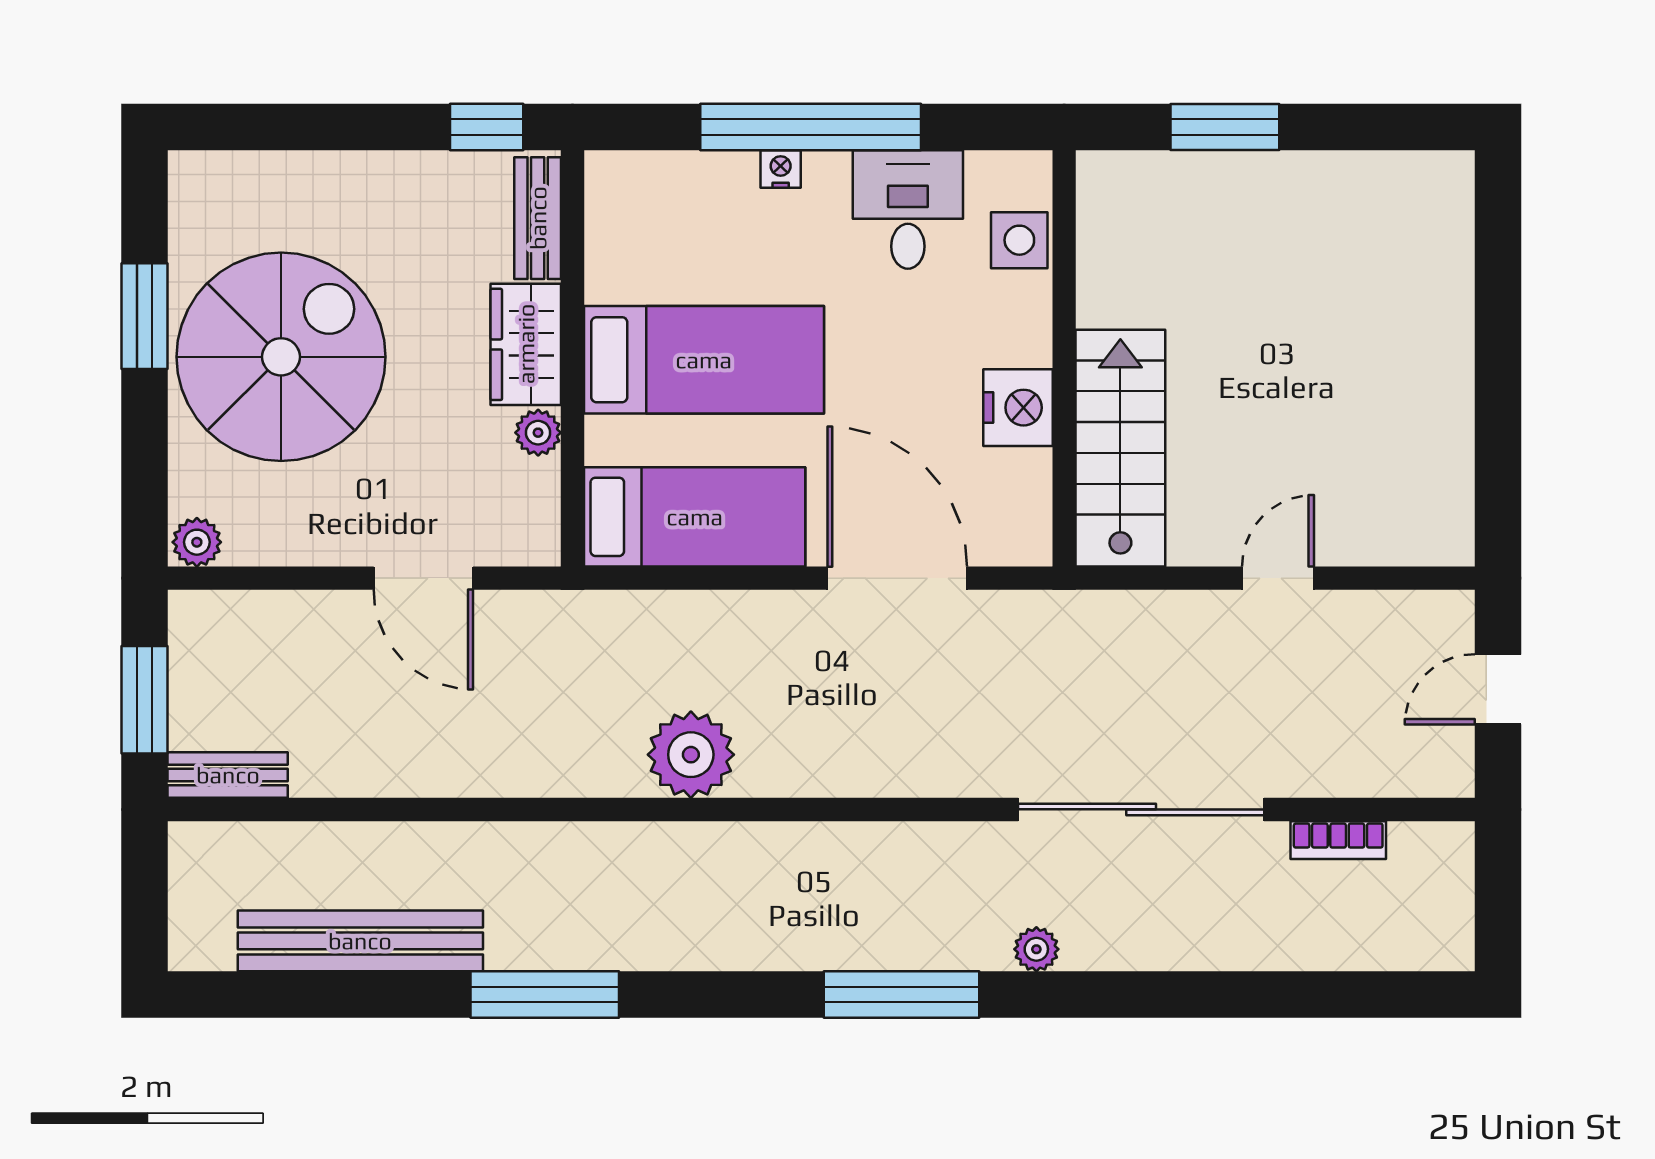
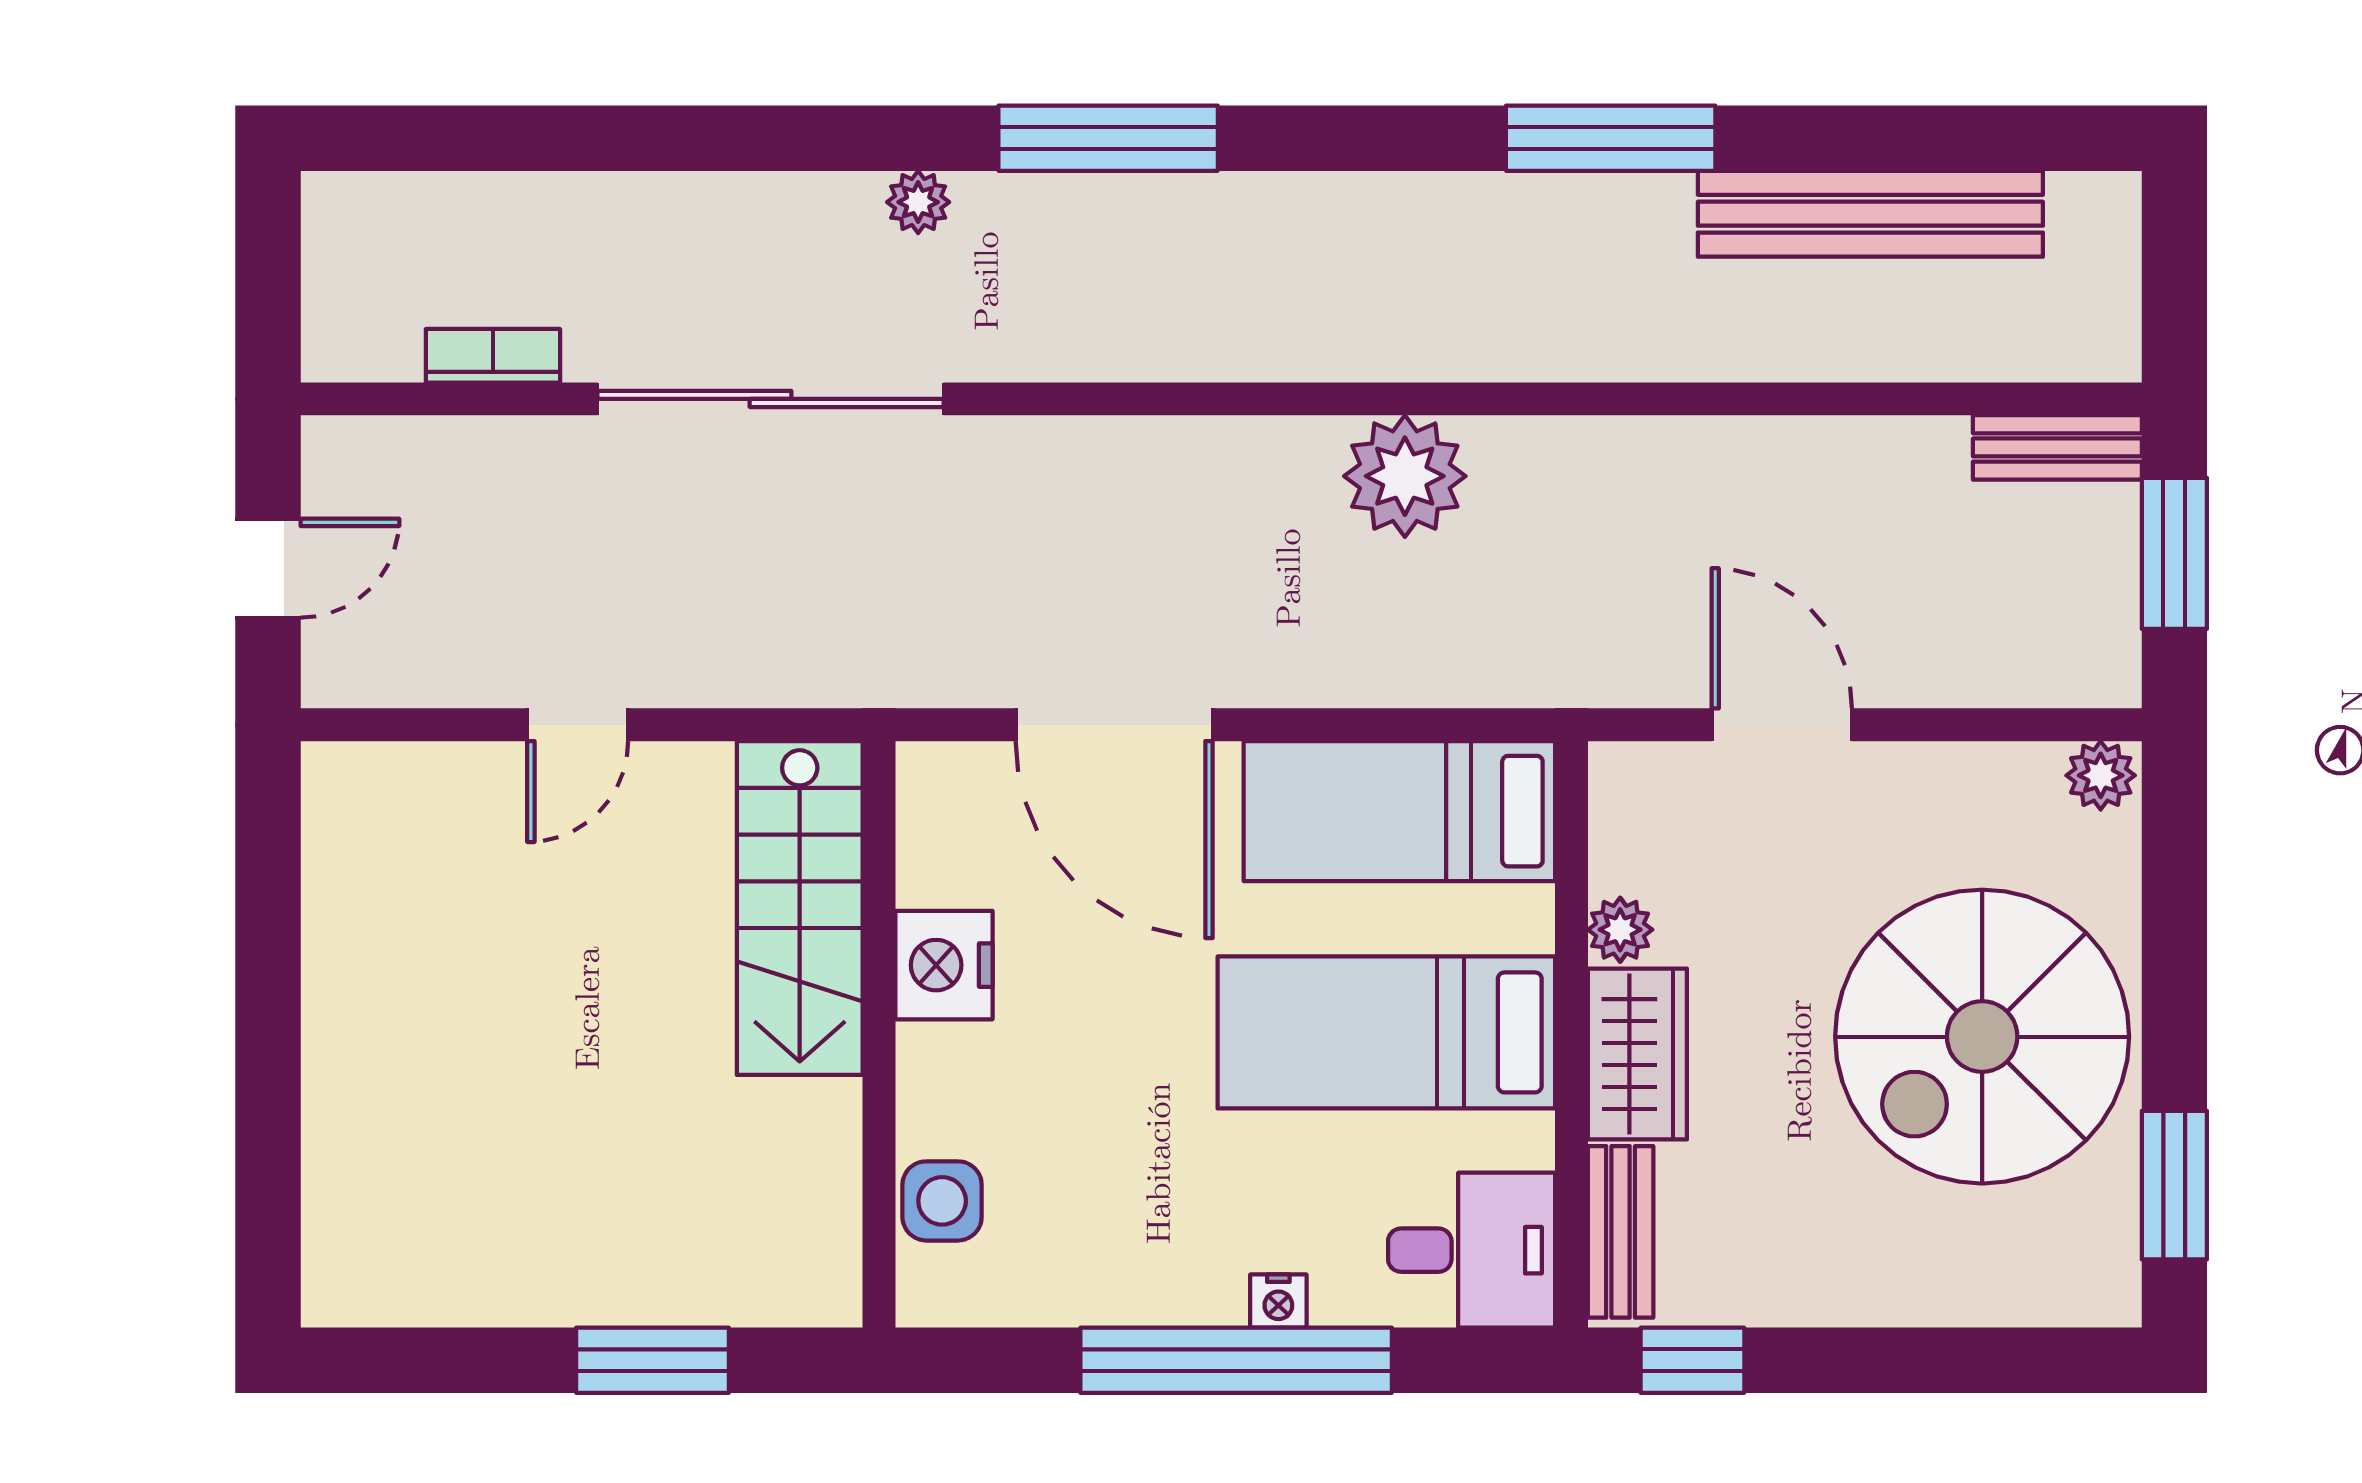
desk: (908, 209) -> (1472, 1250), moved, turned -90
window: (145, 316) -> (2174, 1185), moved

